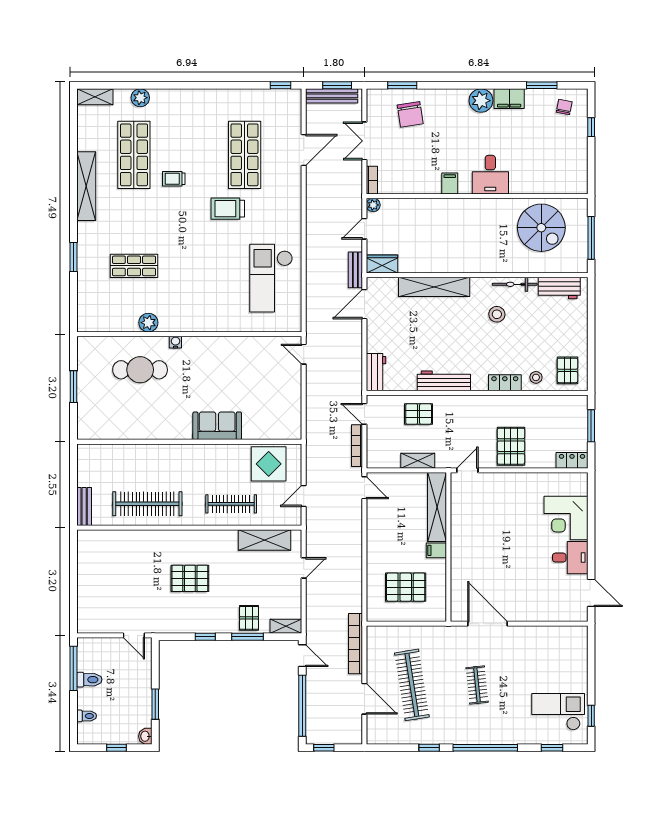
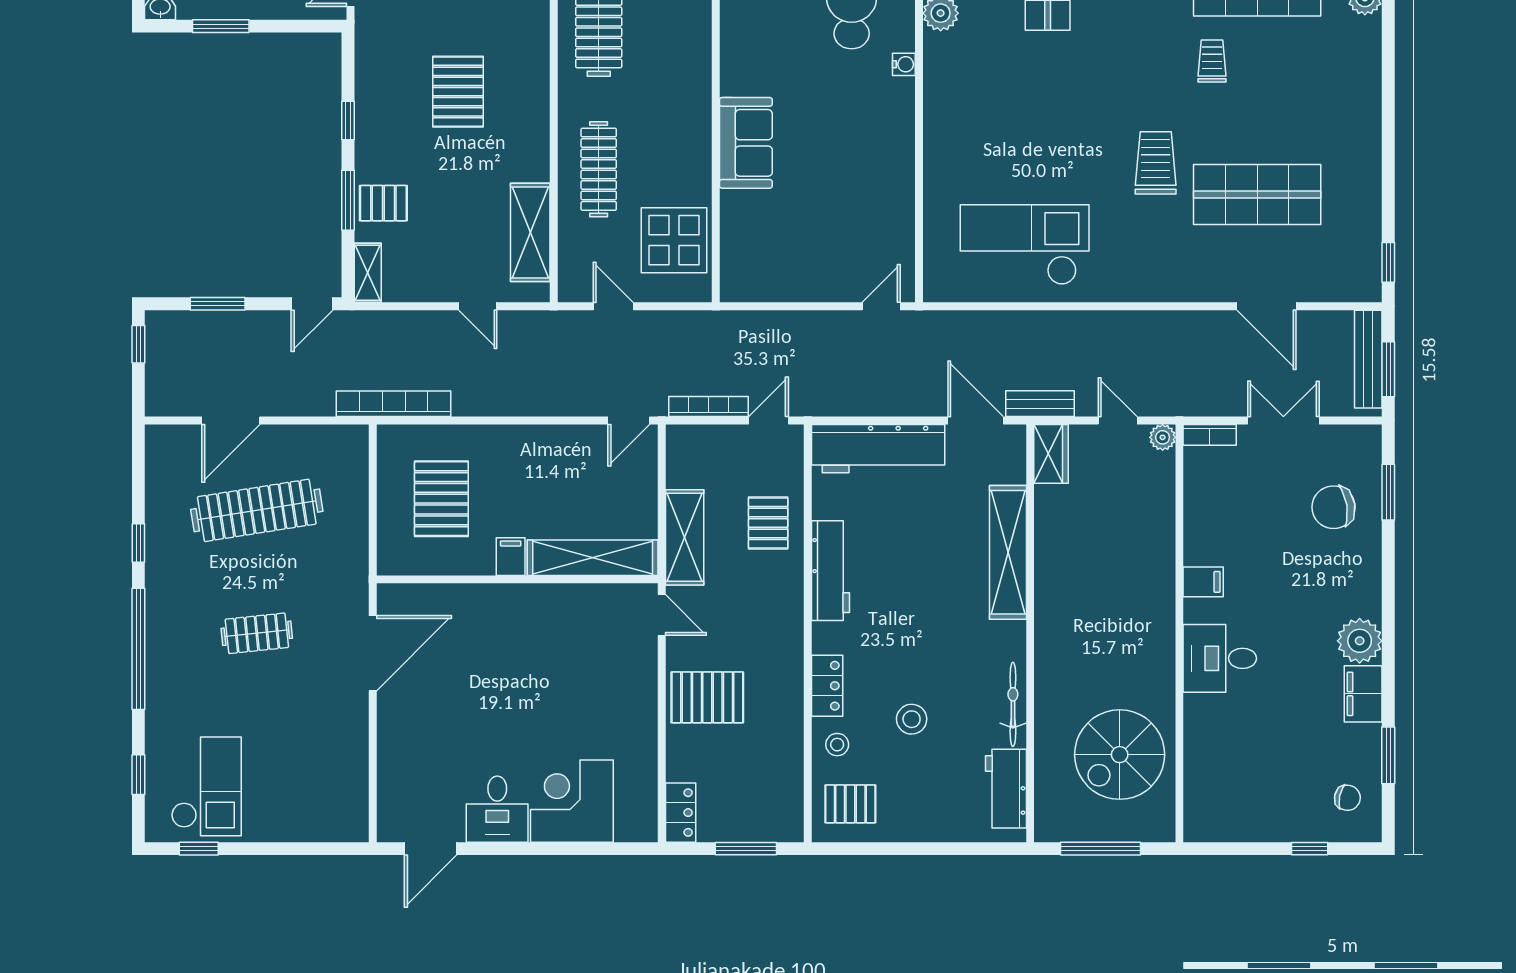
stool: (497, 314) -> (912, 719), moved
workbench: (376, 372) -> (878, 449), width x1.88, depth x1.32
shelving: (418, 461) -> (685, 537), width x1.50, depth x1.33
bookcase: (355, 644) -> (394, 404), moved
window: (302, 706) -> (218, 304), width x0.47

